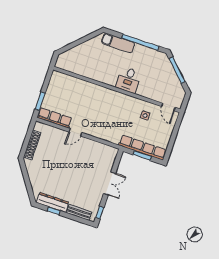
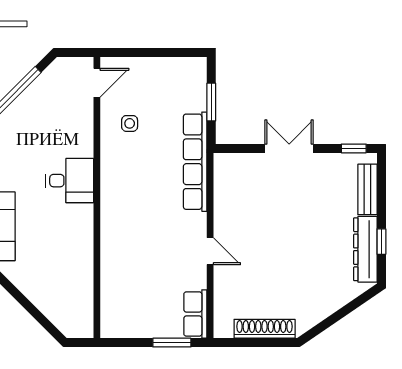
row of seats: (55, 118) -> (195, 314), width x0.68
row of seats: (143, 148) -> (195, 162), moved

